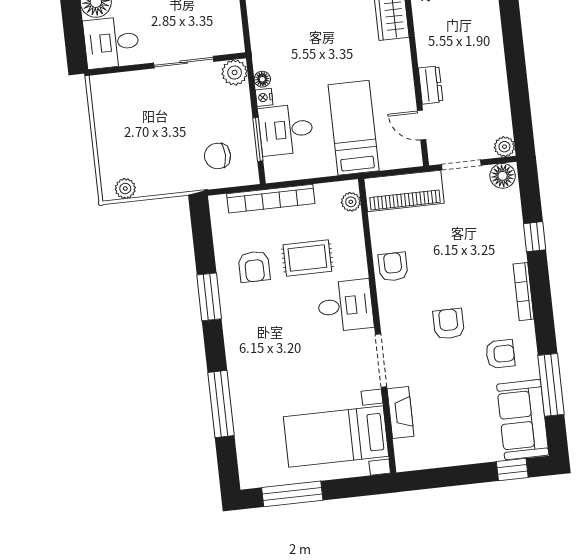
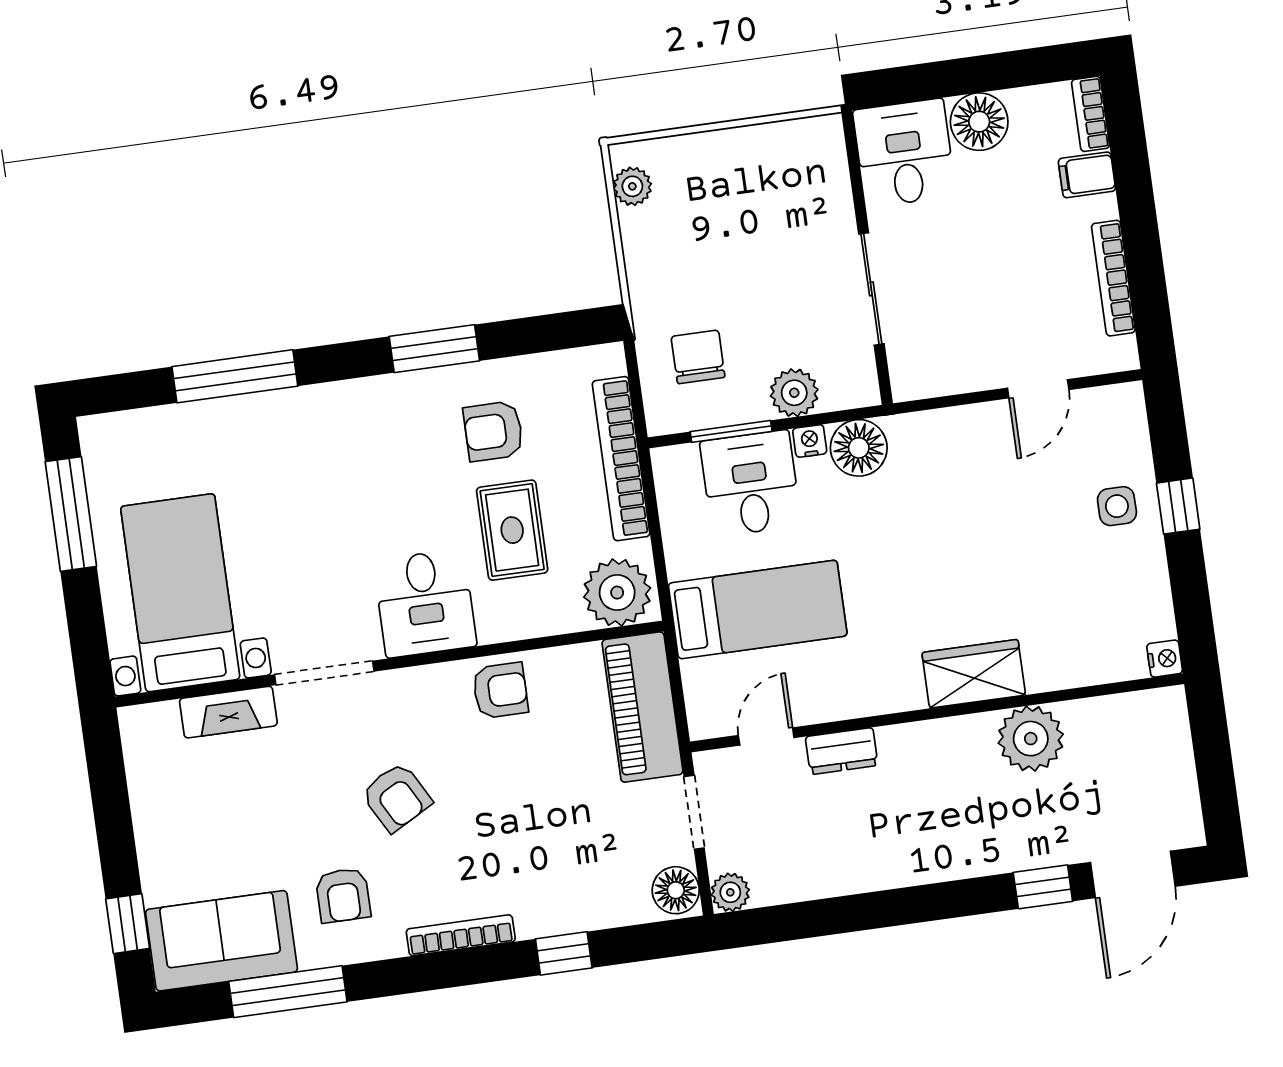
plant: (235, 72) -> (794, 393), moved
floor lamp: (262, 79) -> (859, 448), width x1.89, depth x1.89
plant: (351, 202) -> (617, 593), width x1.87, depth x1.87
armchair: (449, 324) -> (396, 797), turned 61

